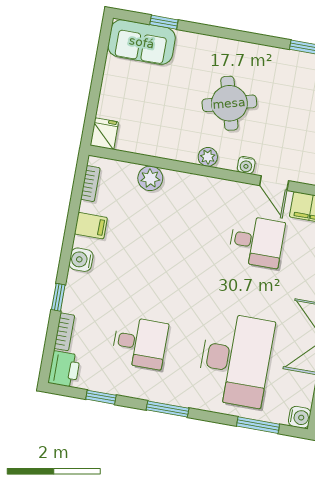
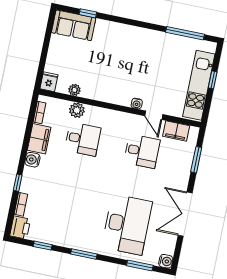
round table: (229, 103) -> (127, 65), removed
plant: (208, 157) -> (74, 90), moved
filing cabinet: (91, 226) -> (39, 139), width x2.00
desk: (140, 343) -> (83, 139), moved

